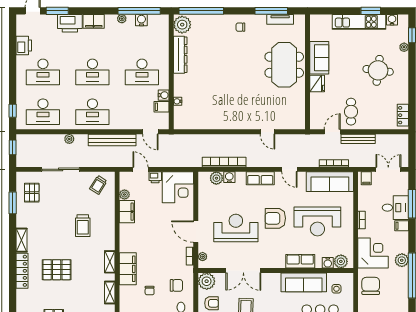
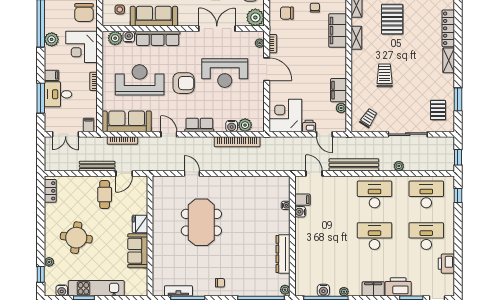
plant: (182, 25) -> (285, 290), width x0.53, depth x0.53
meeting table: (284, 65) -> (201, 222), moved
desk: (142, 72) -> (323, 236), removed
row of seats: (300, 261) -> (158, 38), width x1.48
pallet: (57, 270) -> (392, 19), moved, turned 90

